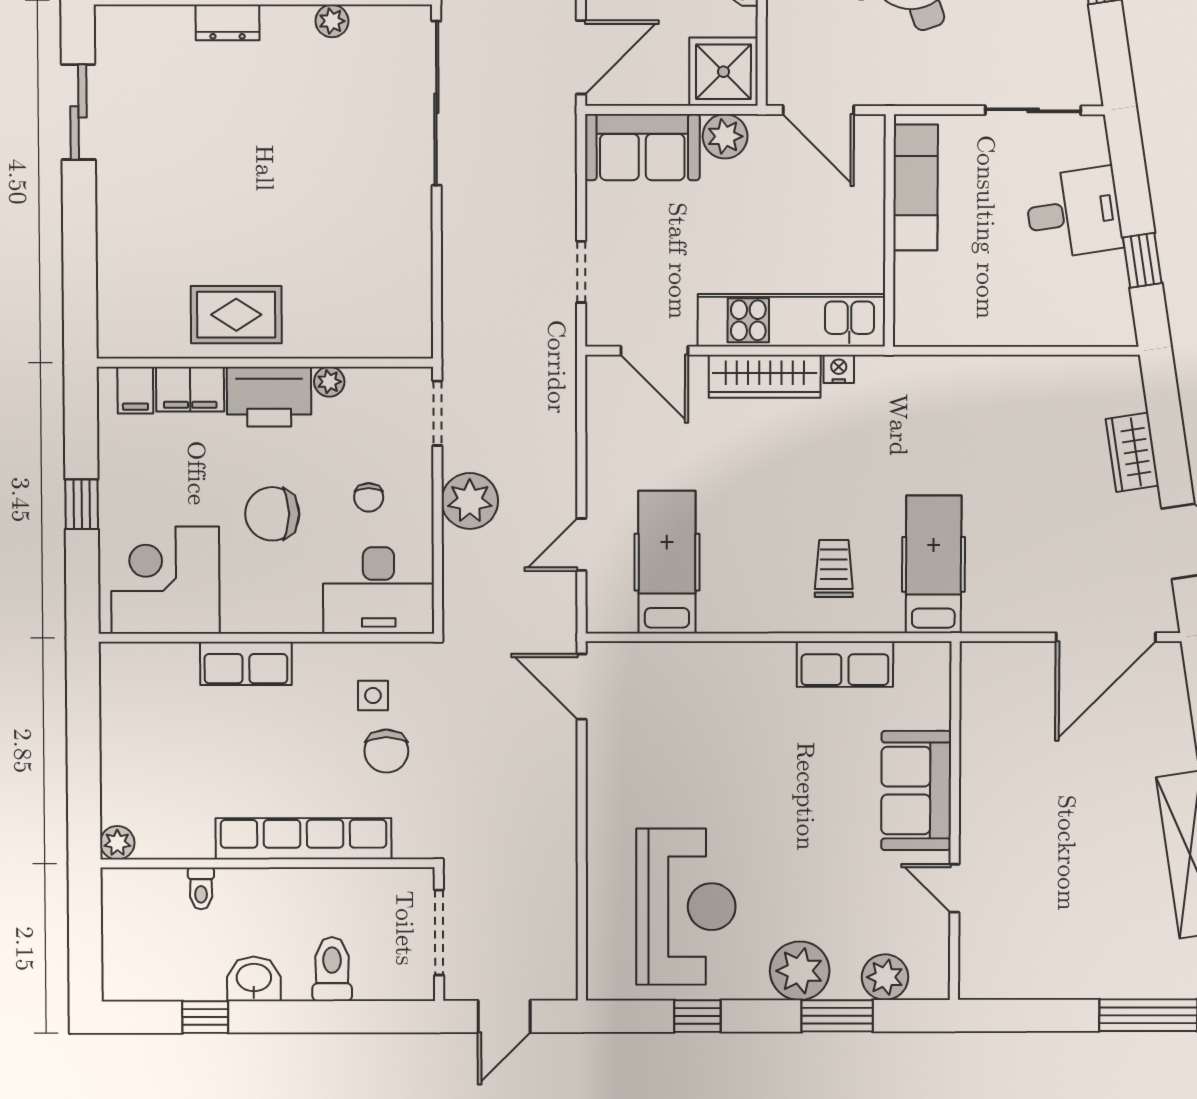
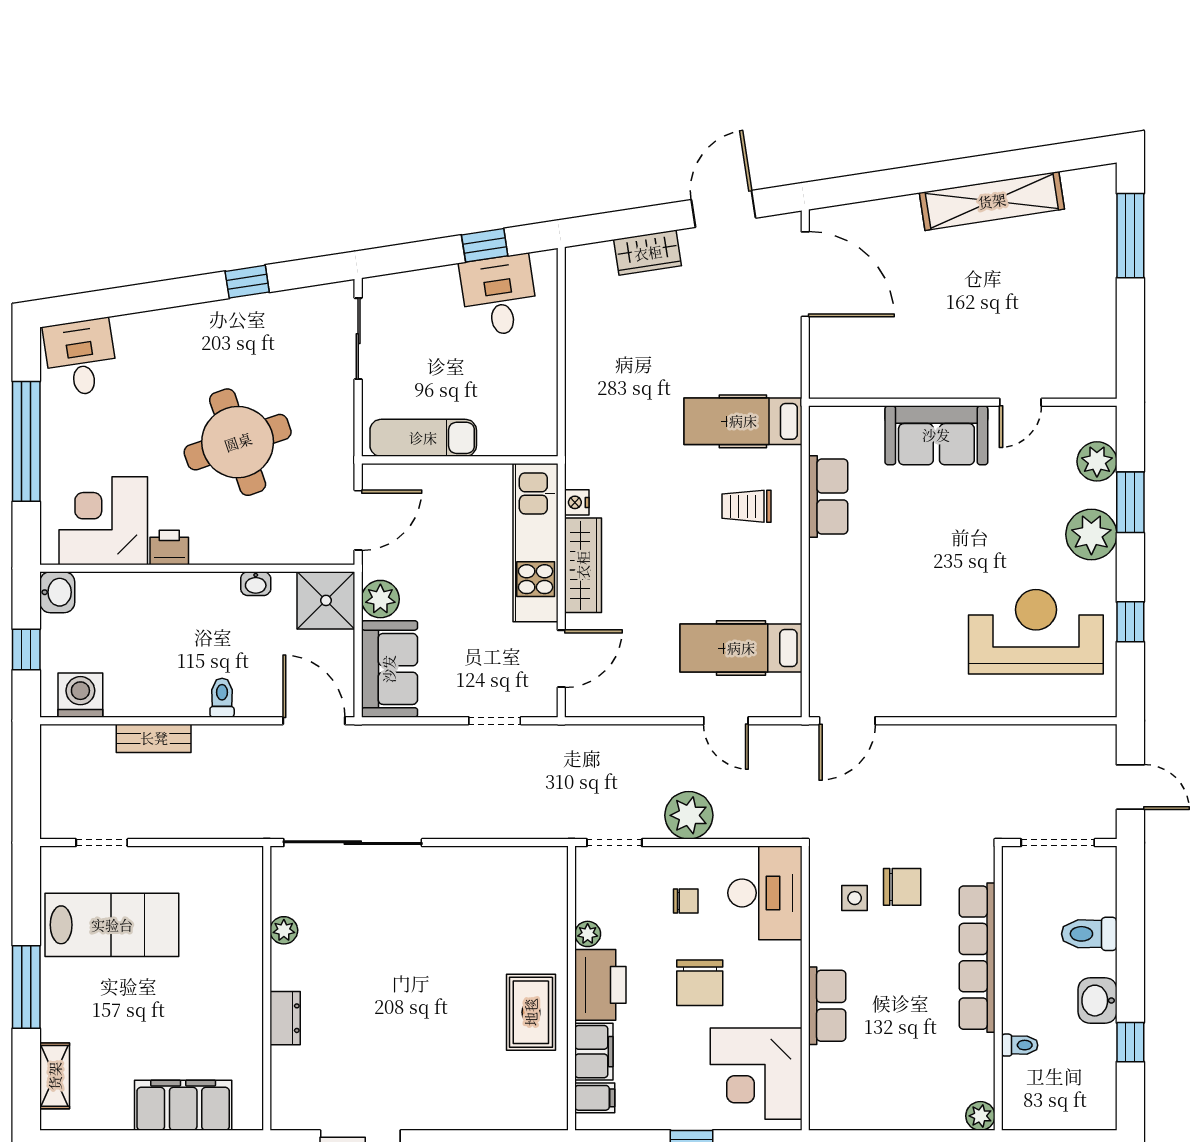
desk: (1074, 213) -> (499, 296), moved

